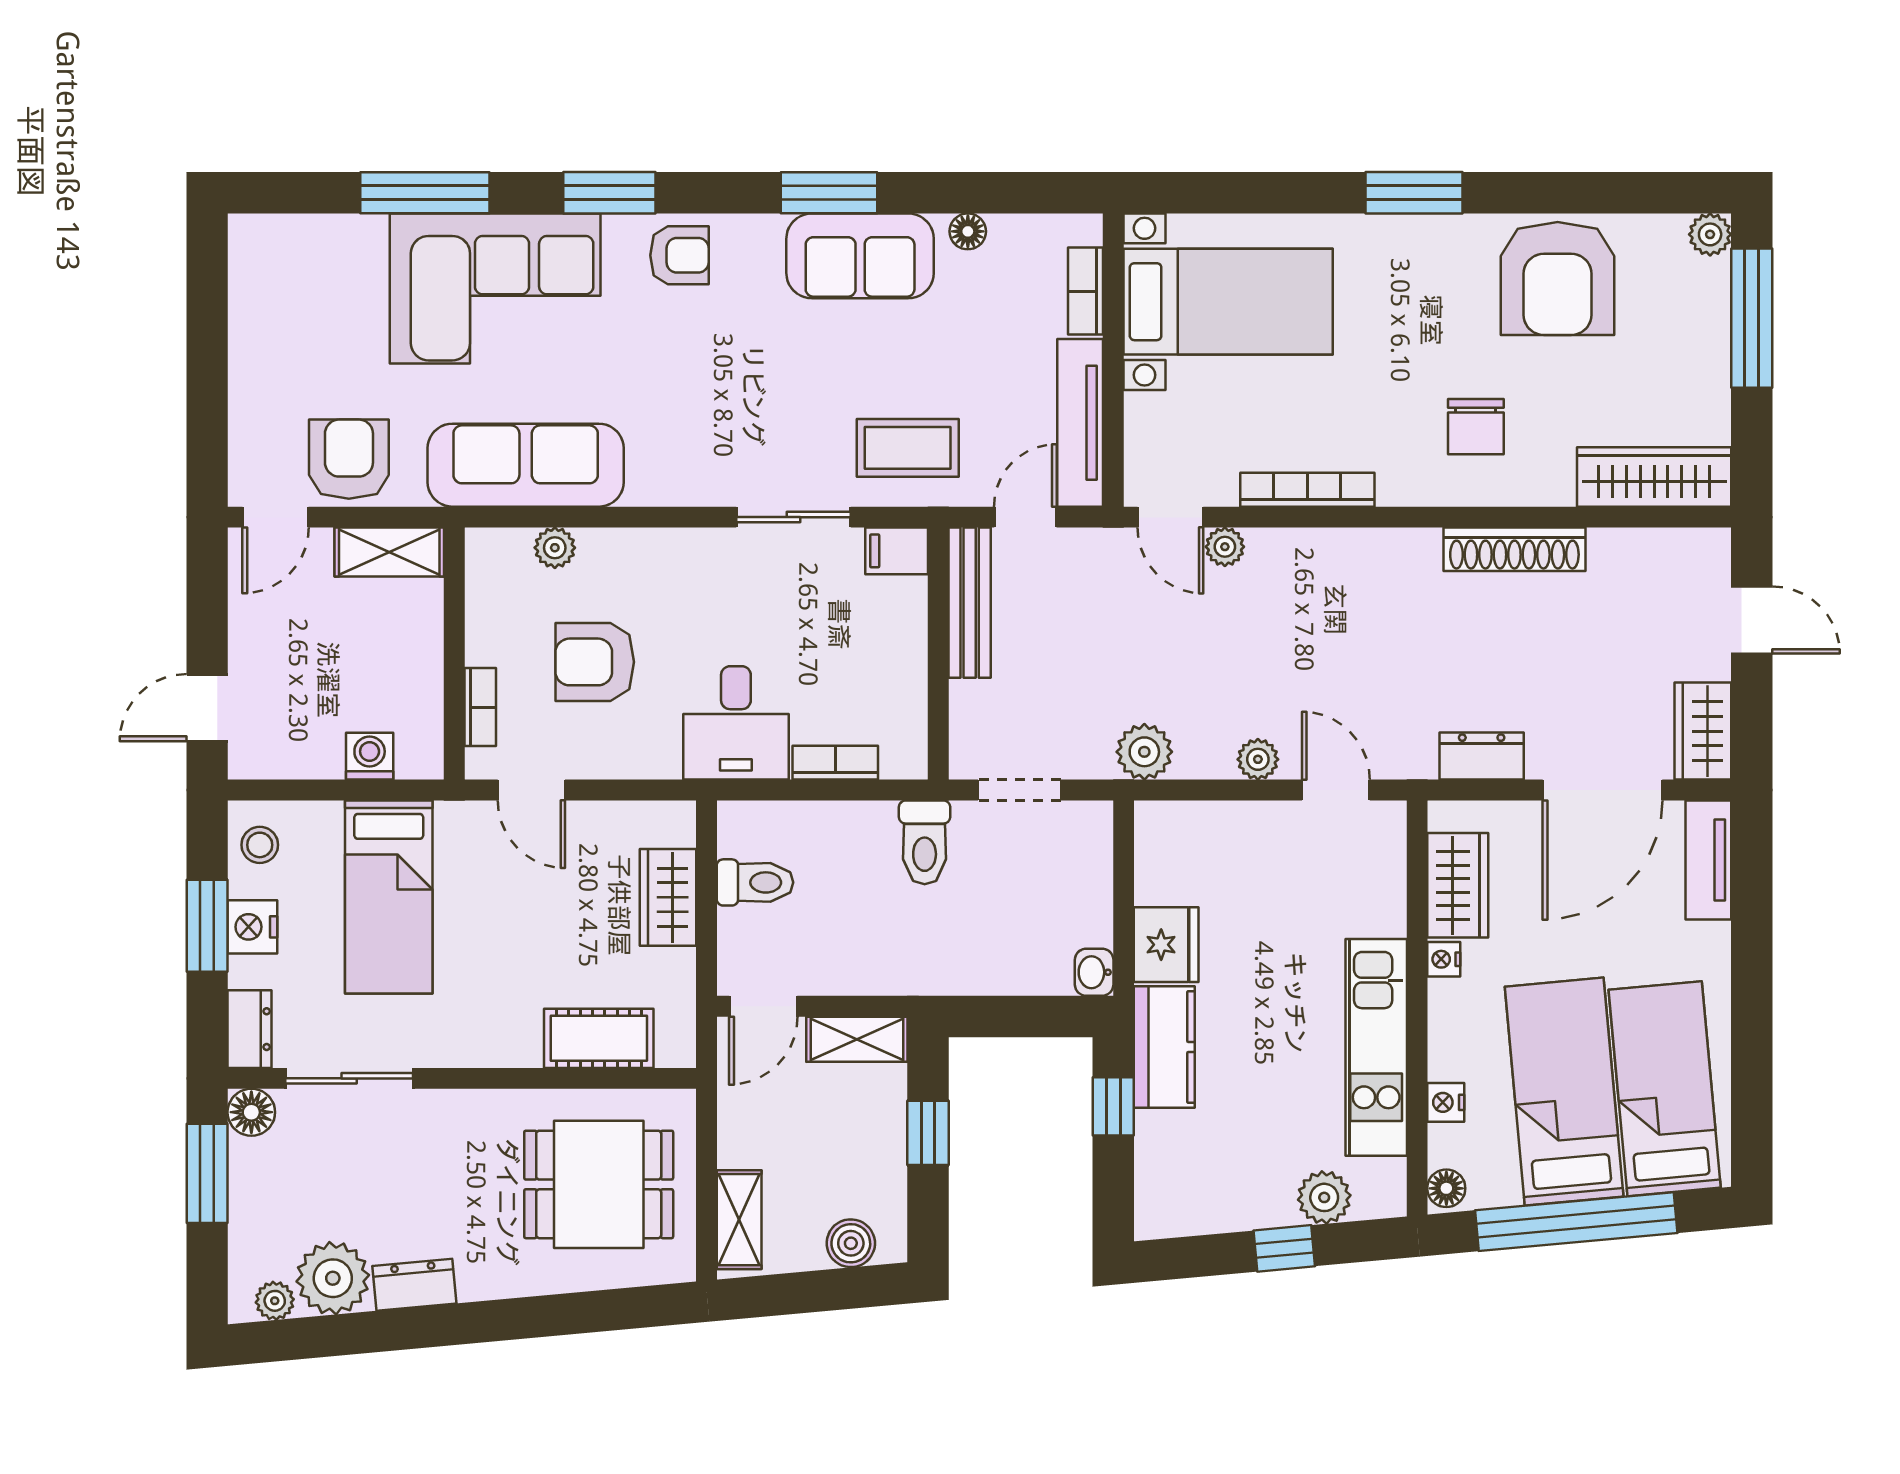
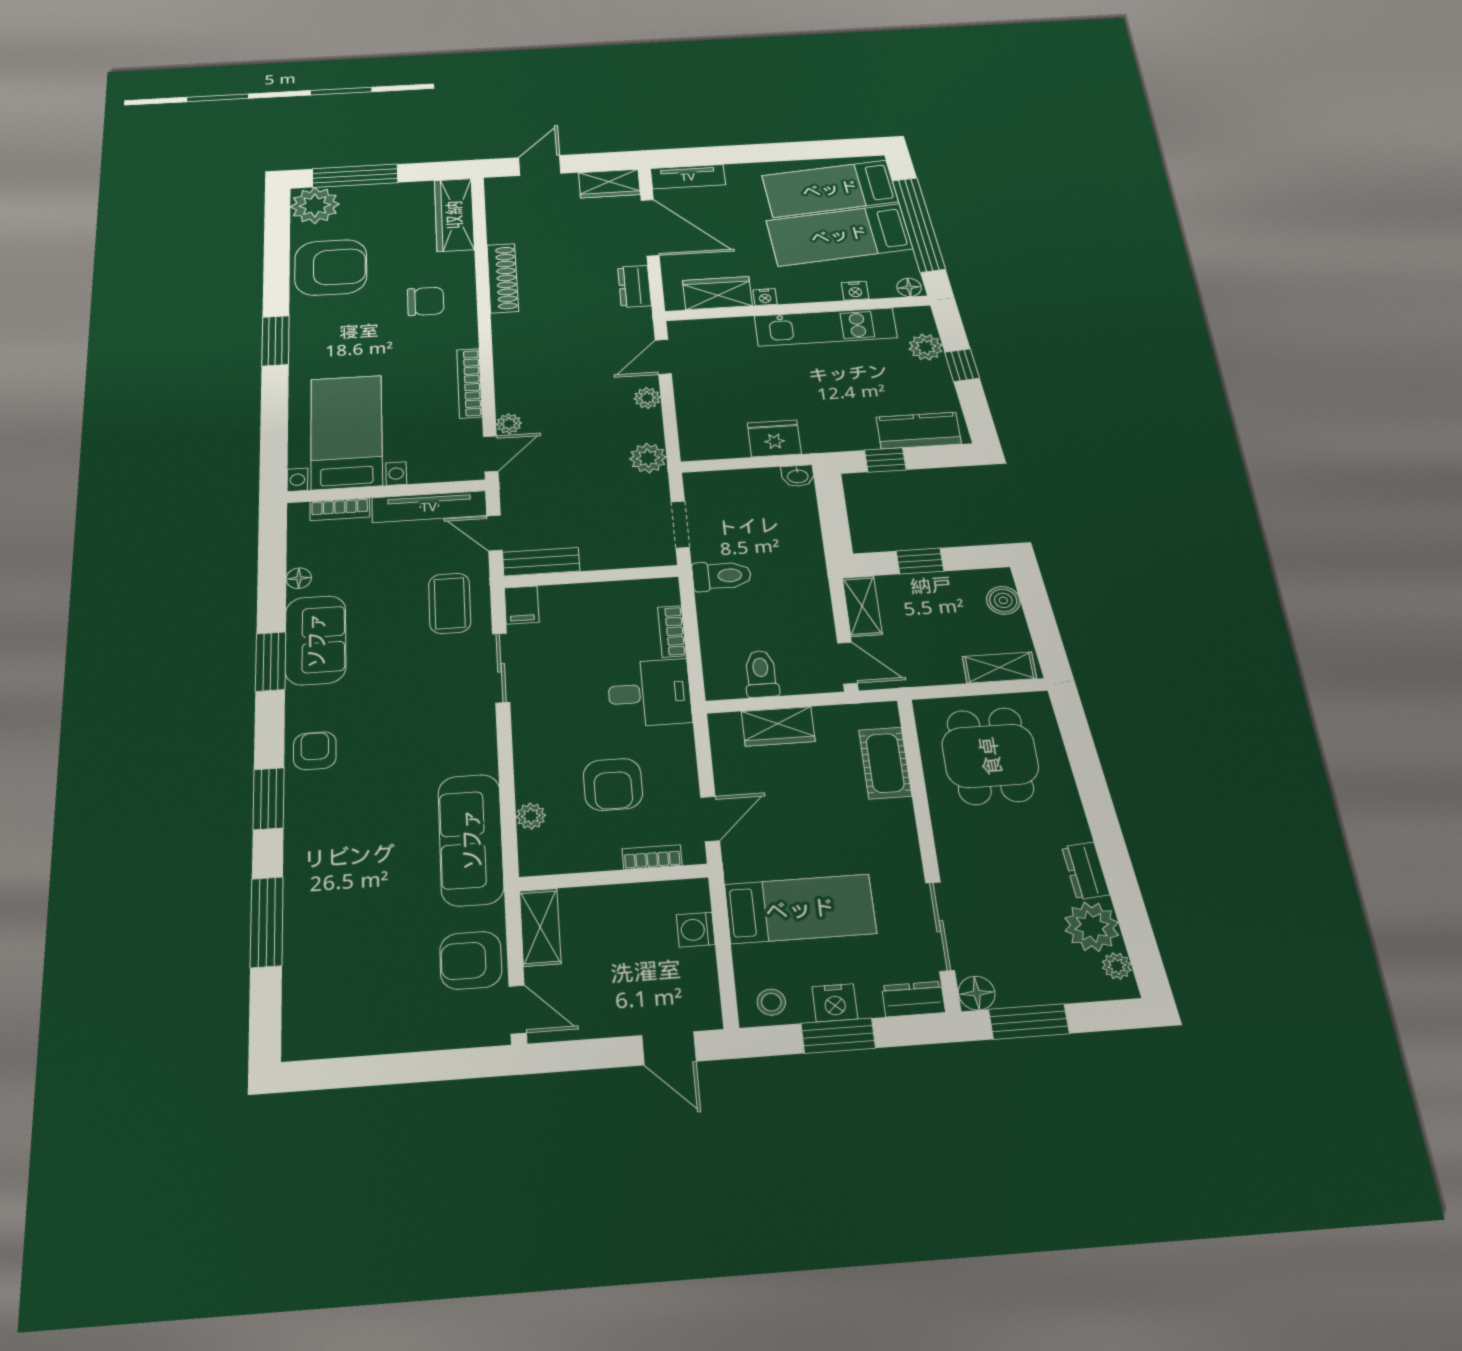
plant: (1710, 234) -> (315, 205), width x1.88, depth x1.88
corner sofa: (495, 288) -> (339, 869), removed
bench: (970, 603) -> (541, 562), width x0.73
kitchen counter: (1164, 1047) -> (919, 430), moved

